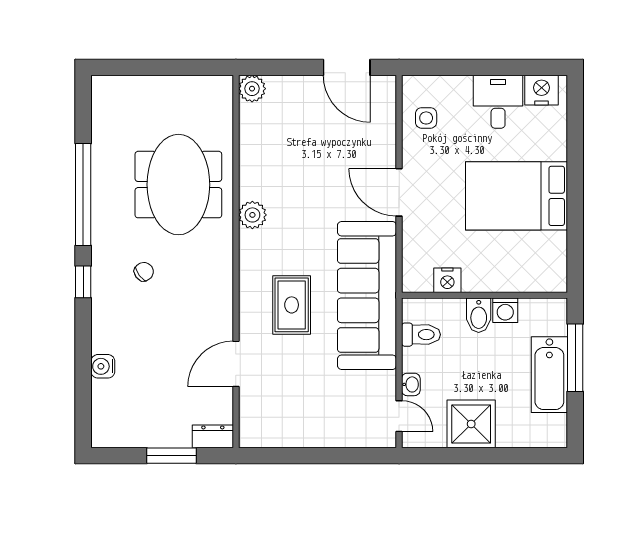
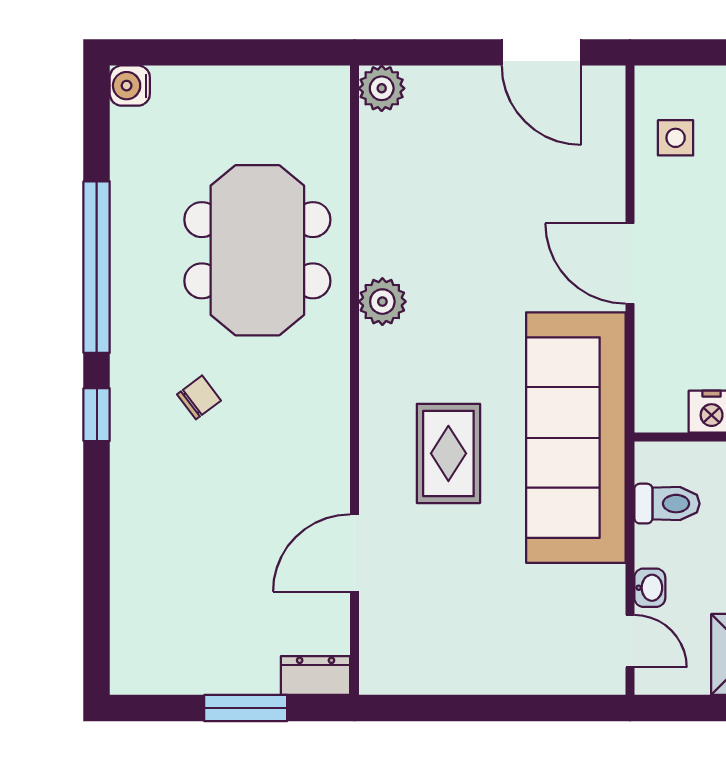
water cooler: (103, 366) -> (130, 86), moved

